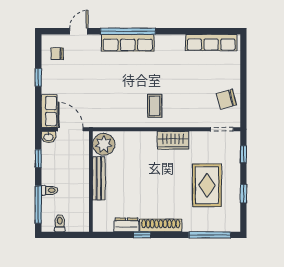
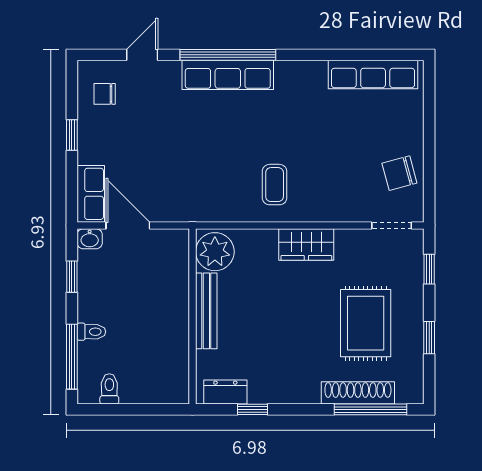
plant: (104, 144) -> (215, 252), moved
bench: (99, 178) -> (206, 311), moved
wall: (91, 181) -> (193, 316), moved
shoe rack: (161, 225) -> (358, 393), moved

